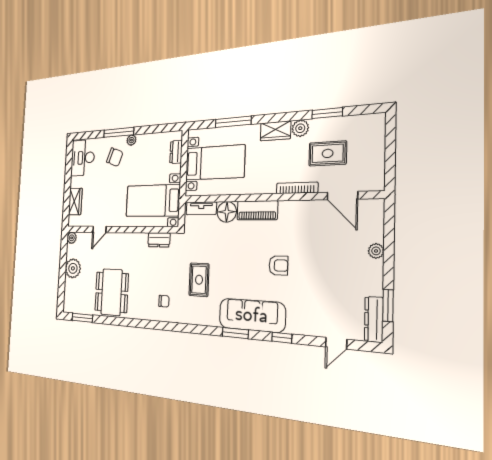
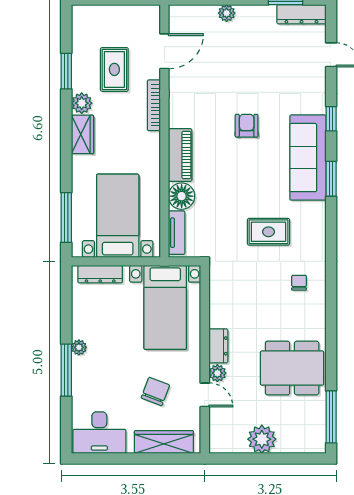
window: (233, 122) -> (66, 218), moved
dresser: (176, 152) -> (100, 274), width x1.44
chair: (115, 157) -> (155, 391), moved
wardrobe: (75, 202) -> (164, 442), width x1.50
plant: (72, 238) -> (217, 373), moved
dresser: (159, 240) -> (218, 346), moved
window: (82, 318) -> (331, 417), width x1.44

